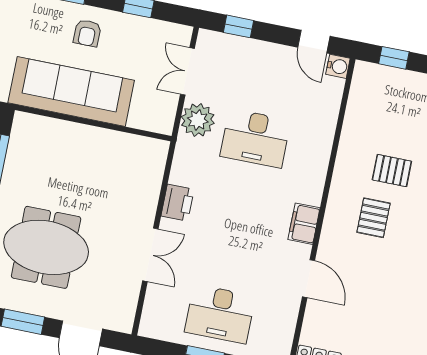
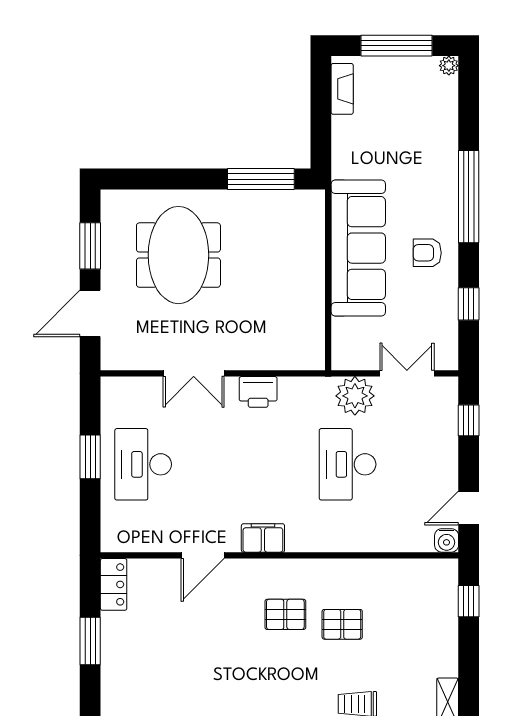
pallet: (392, 171) -> (342, 624), turned 90

